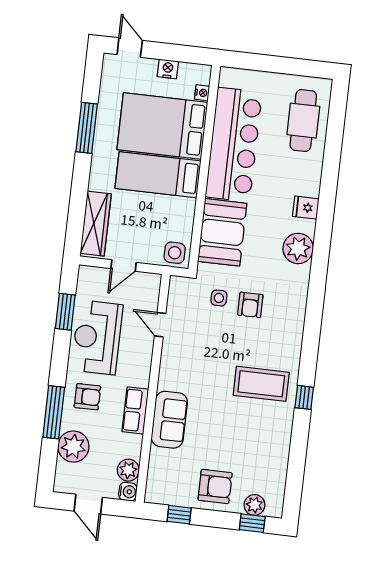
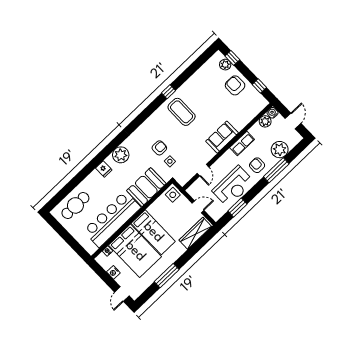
sofa: (169, 420) -> (222, 137), moved

